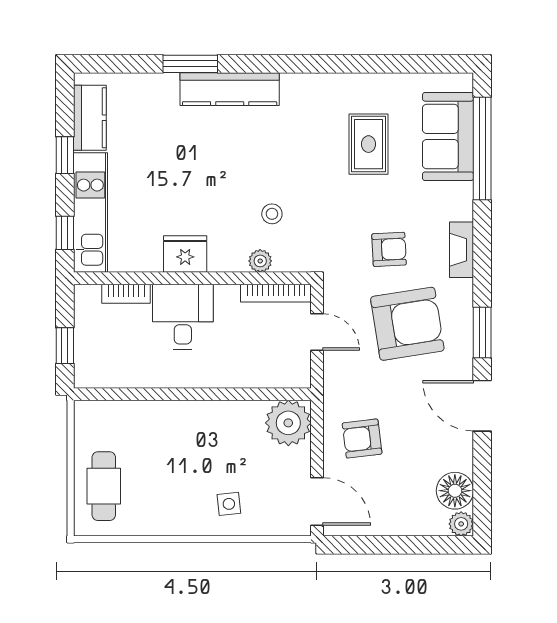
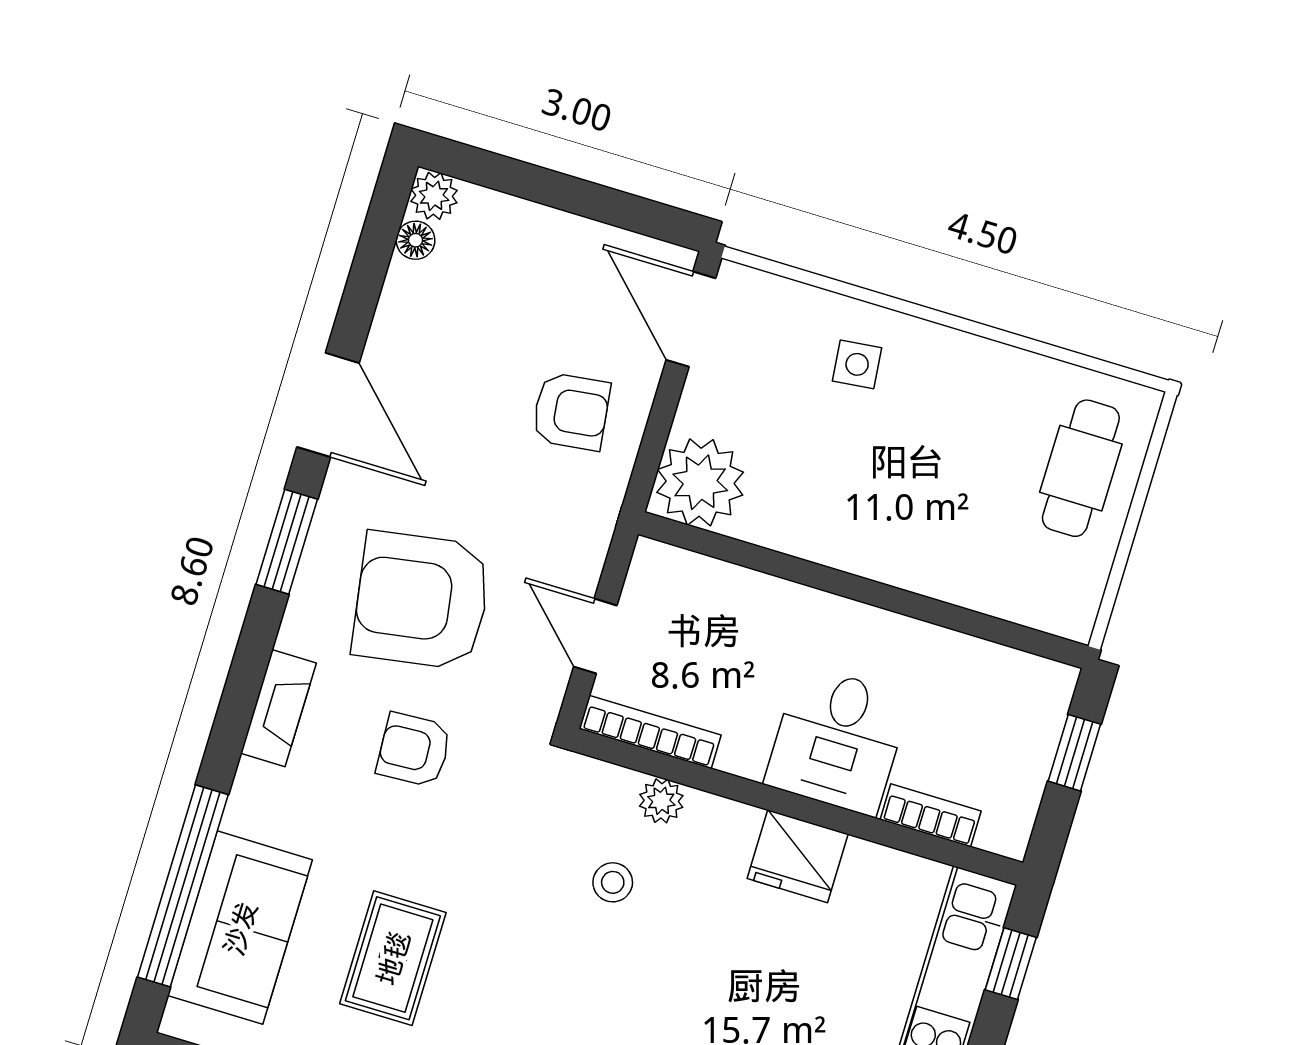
floor lamp: (455, 491) -> (416, 240), width x0.53, depth x0.53

